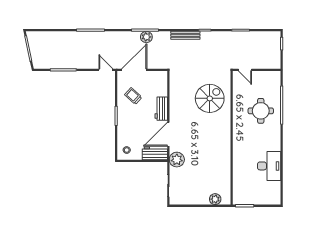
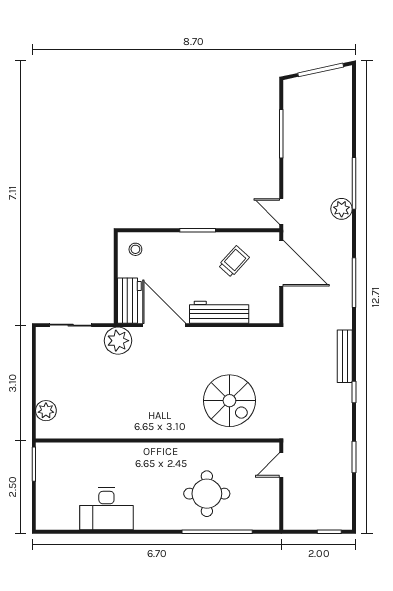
plant: (146, 37) -> (342, 209), moved
door: (106, 70) -> (281, 211), swing flipped
workbench: (161, 109) -> (219, 312), width x1.38

